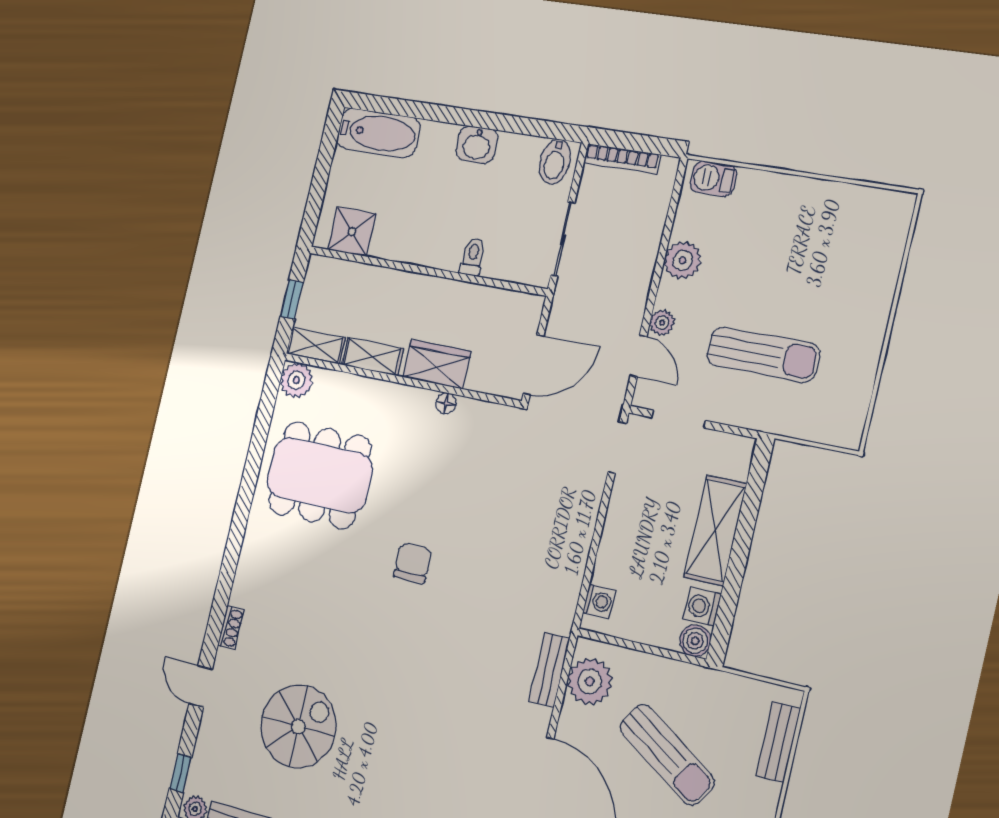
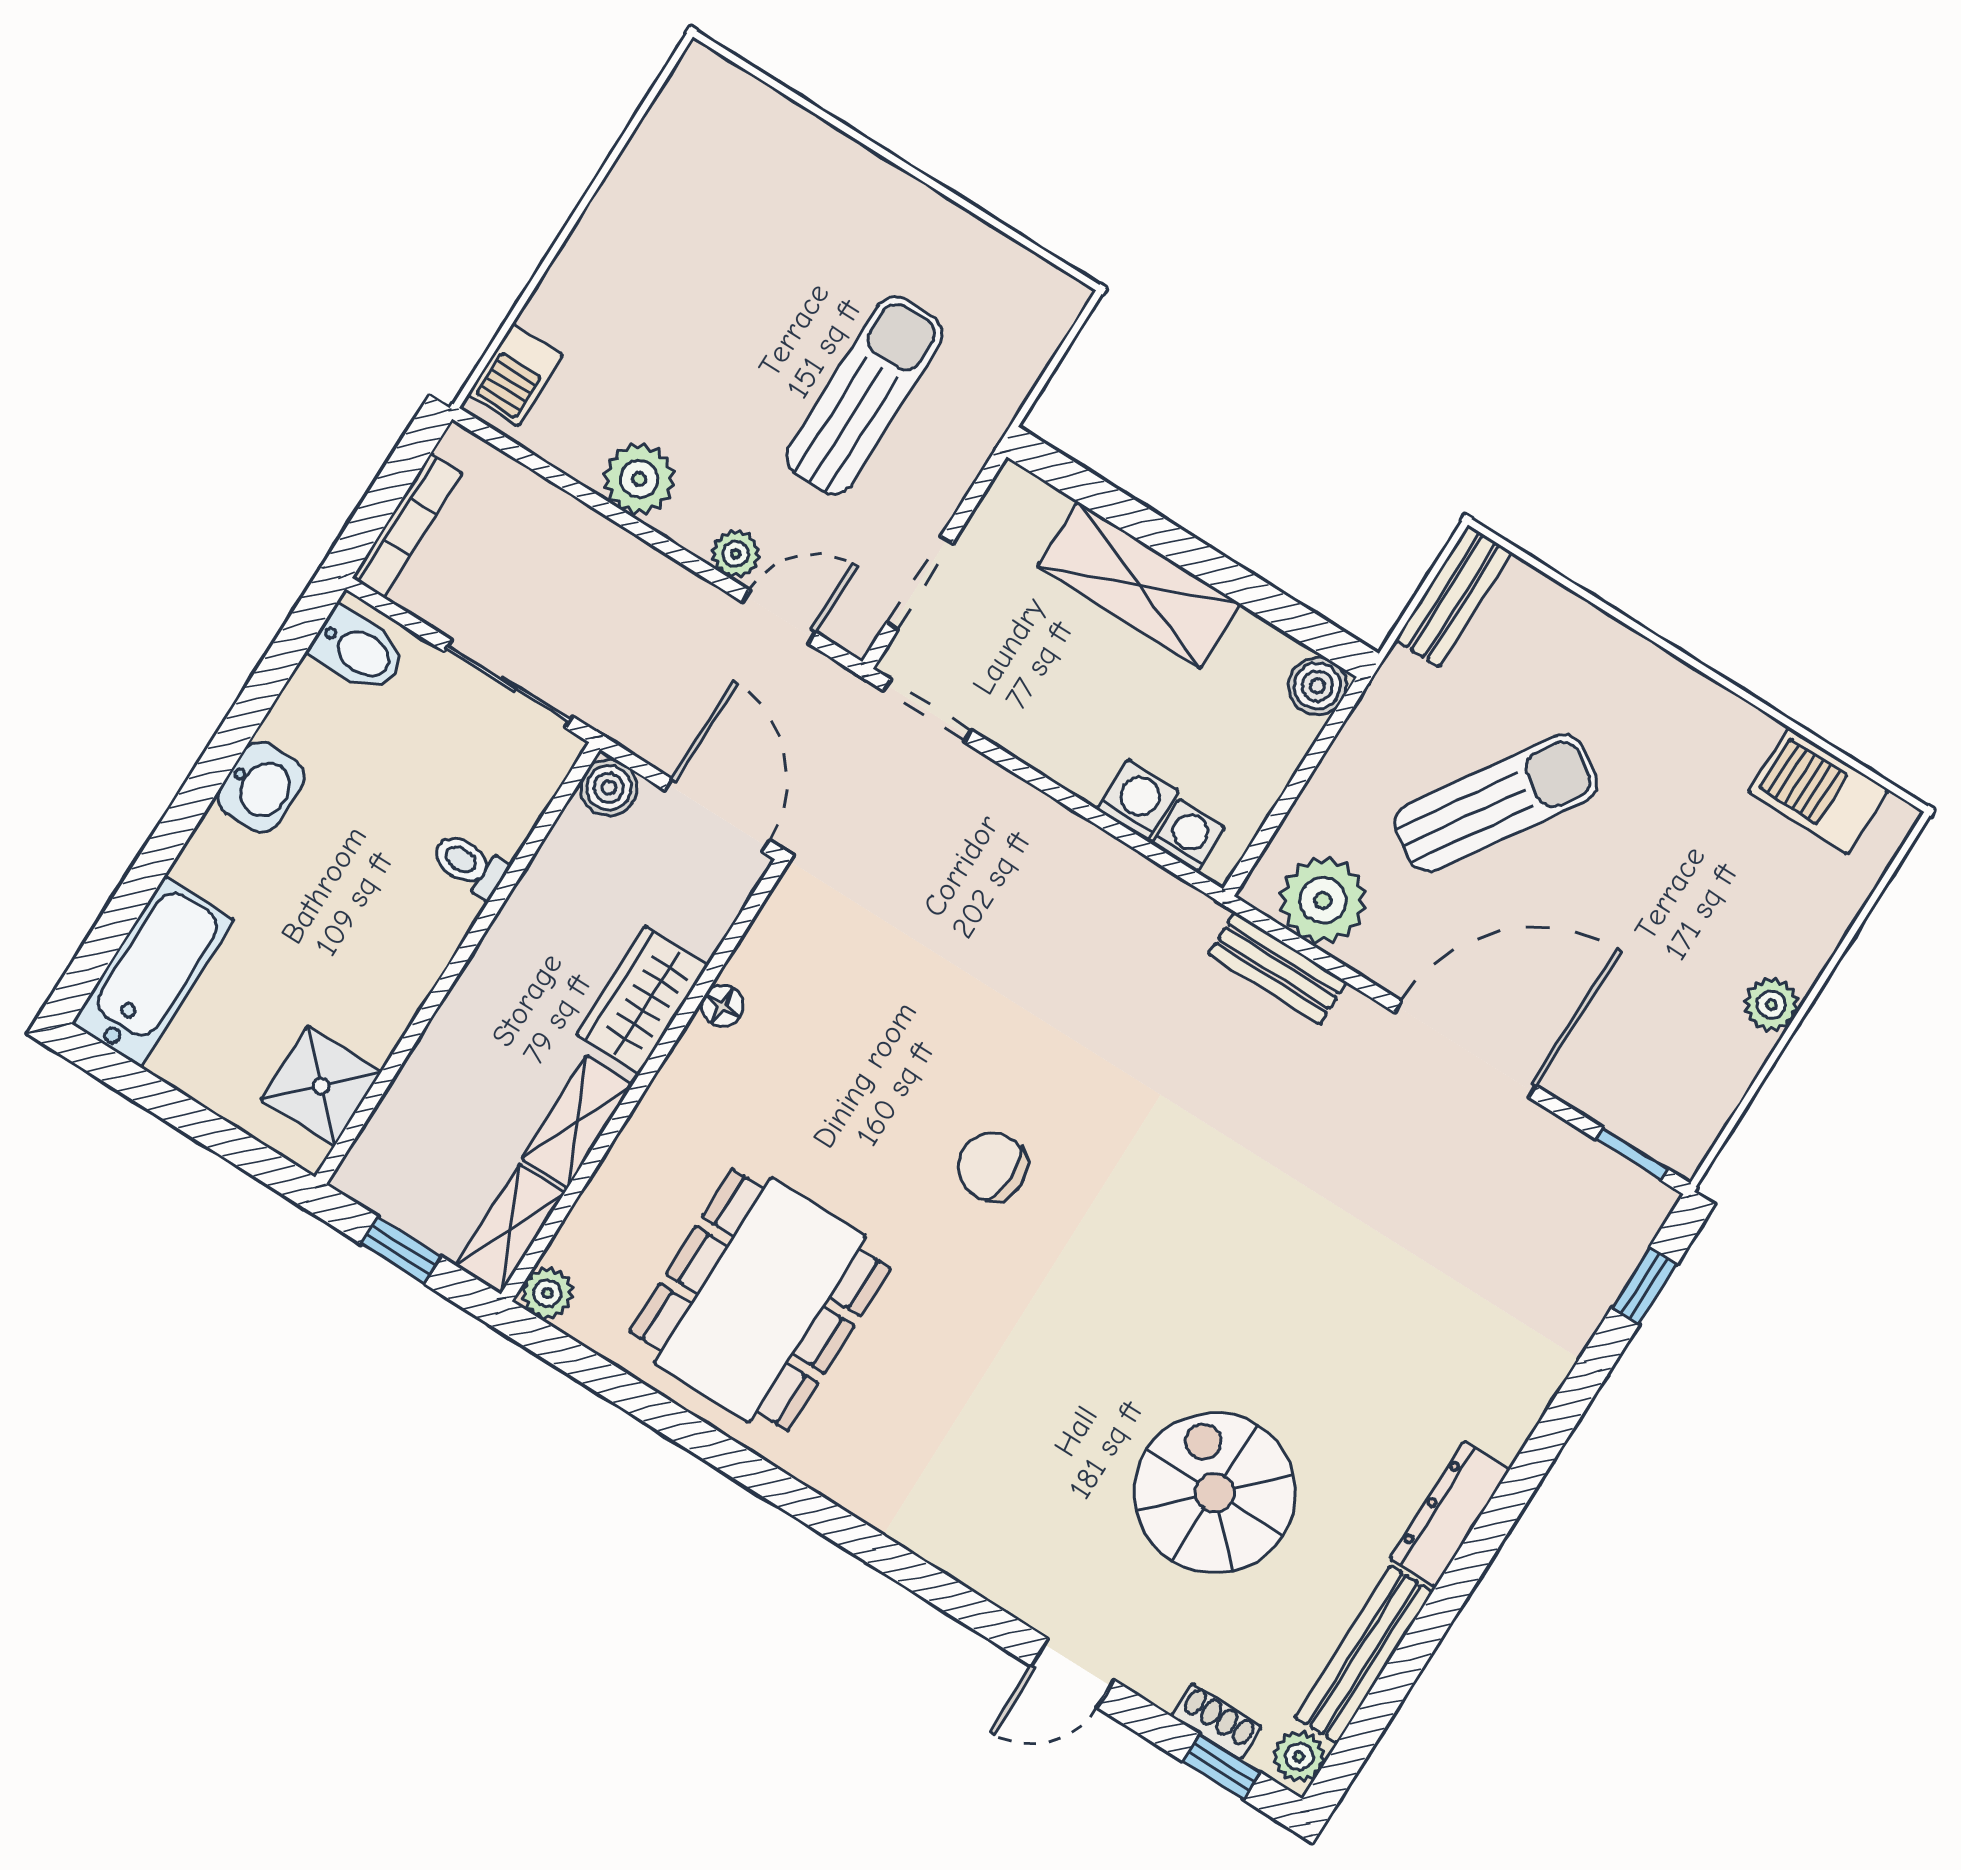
boiler: (530, 307) -> (609, 788), added
plant: (296, 380) -> (547, 1293), width x0.73, depth x0.73
washing machine: (702, 607) -> (1138, 800), moved, turned 180
shoe rack: (231, 628) -> (1216, 1721), moved
bench: (778, 742) -> (1453, 596), moved, turned 90

